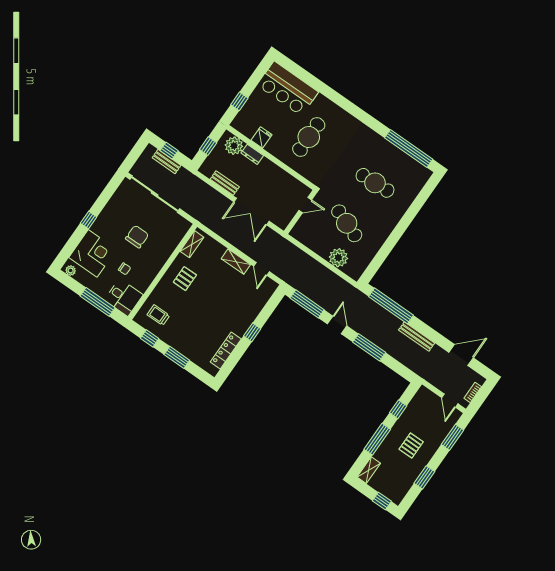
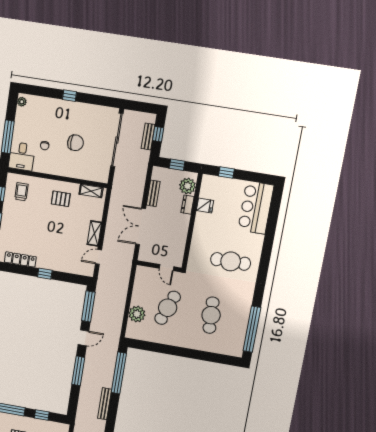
cafe table: (309, 137) -> (231, 261), moved
corner desk: (93, 253) -> (44, 113), removed

